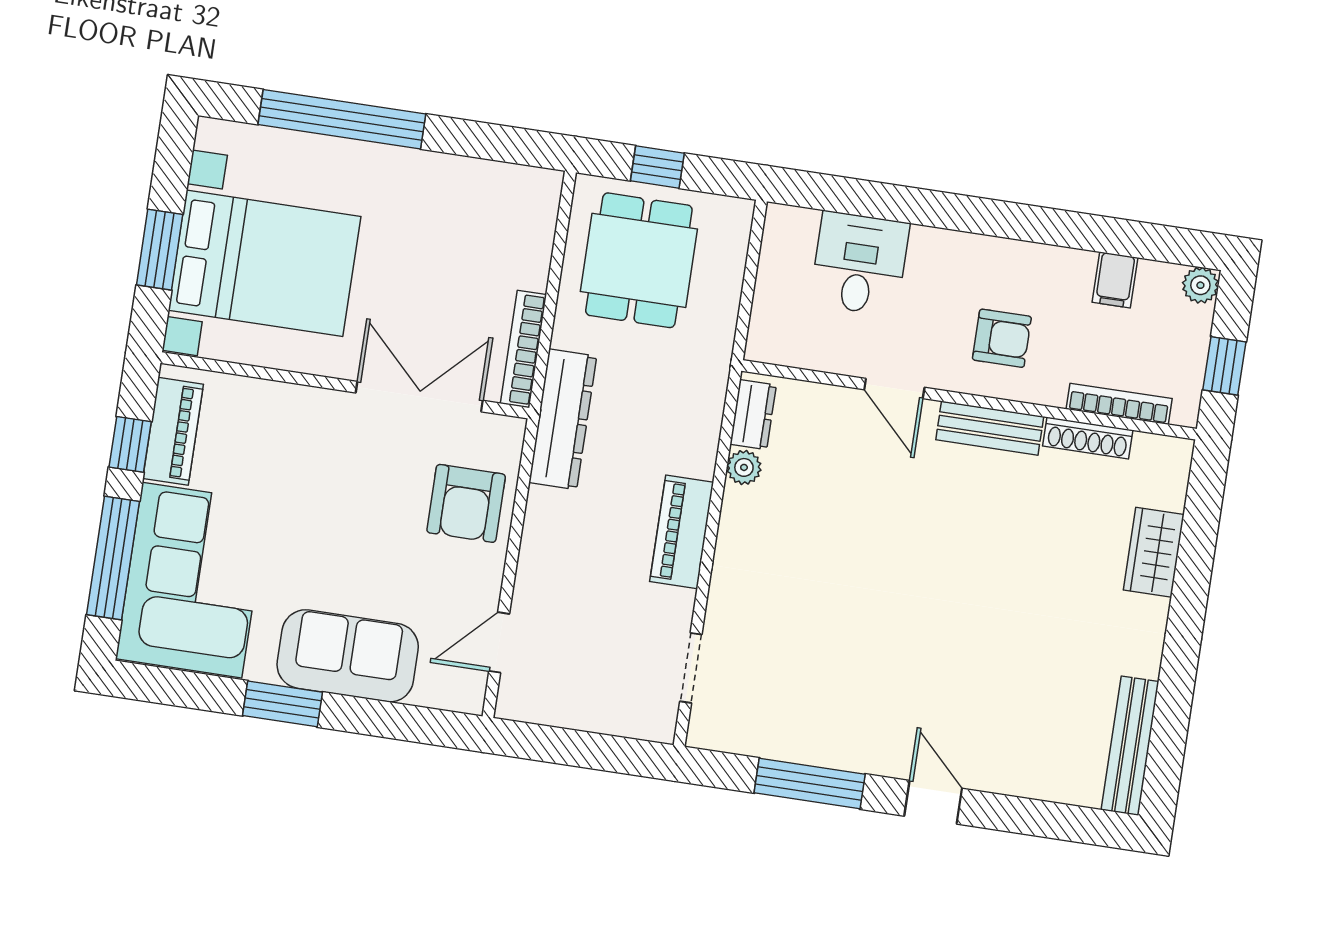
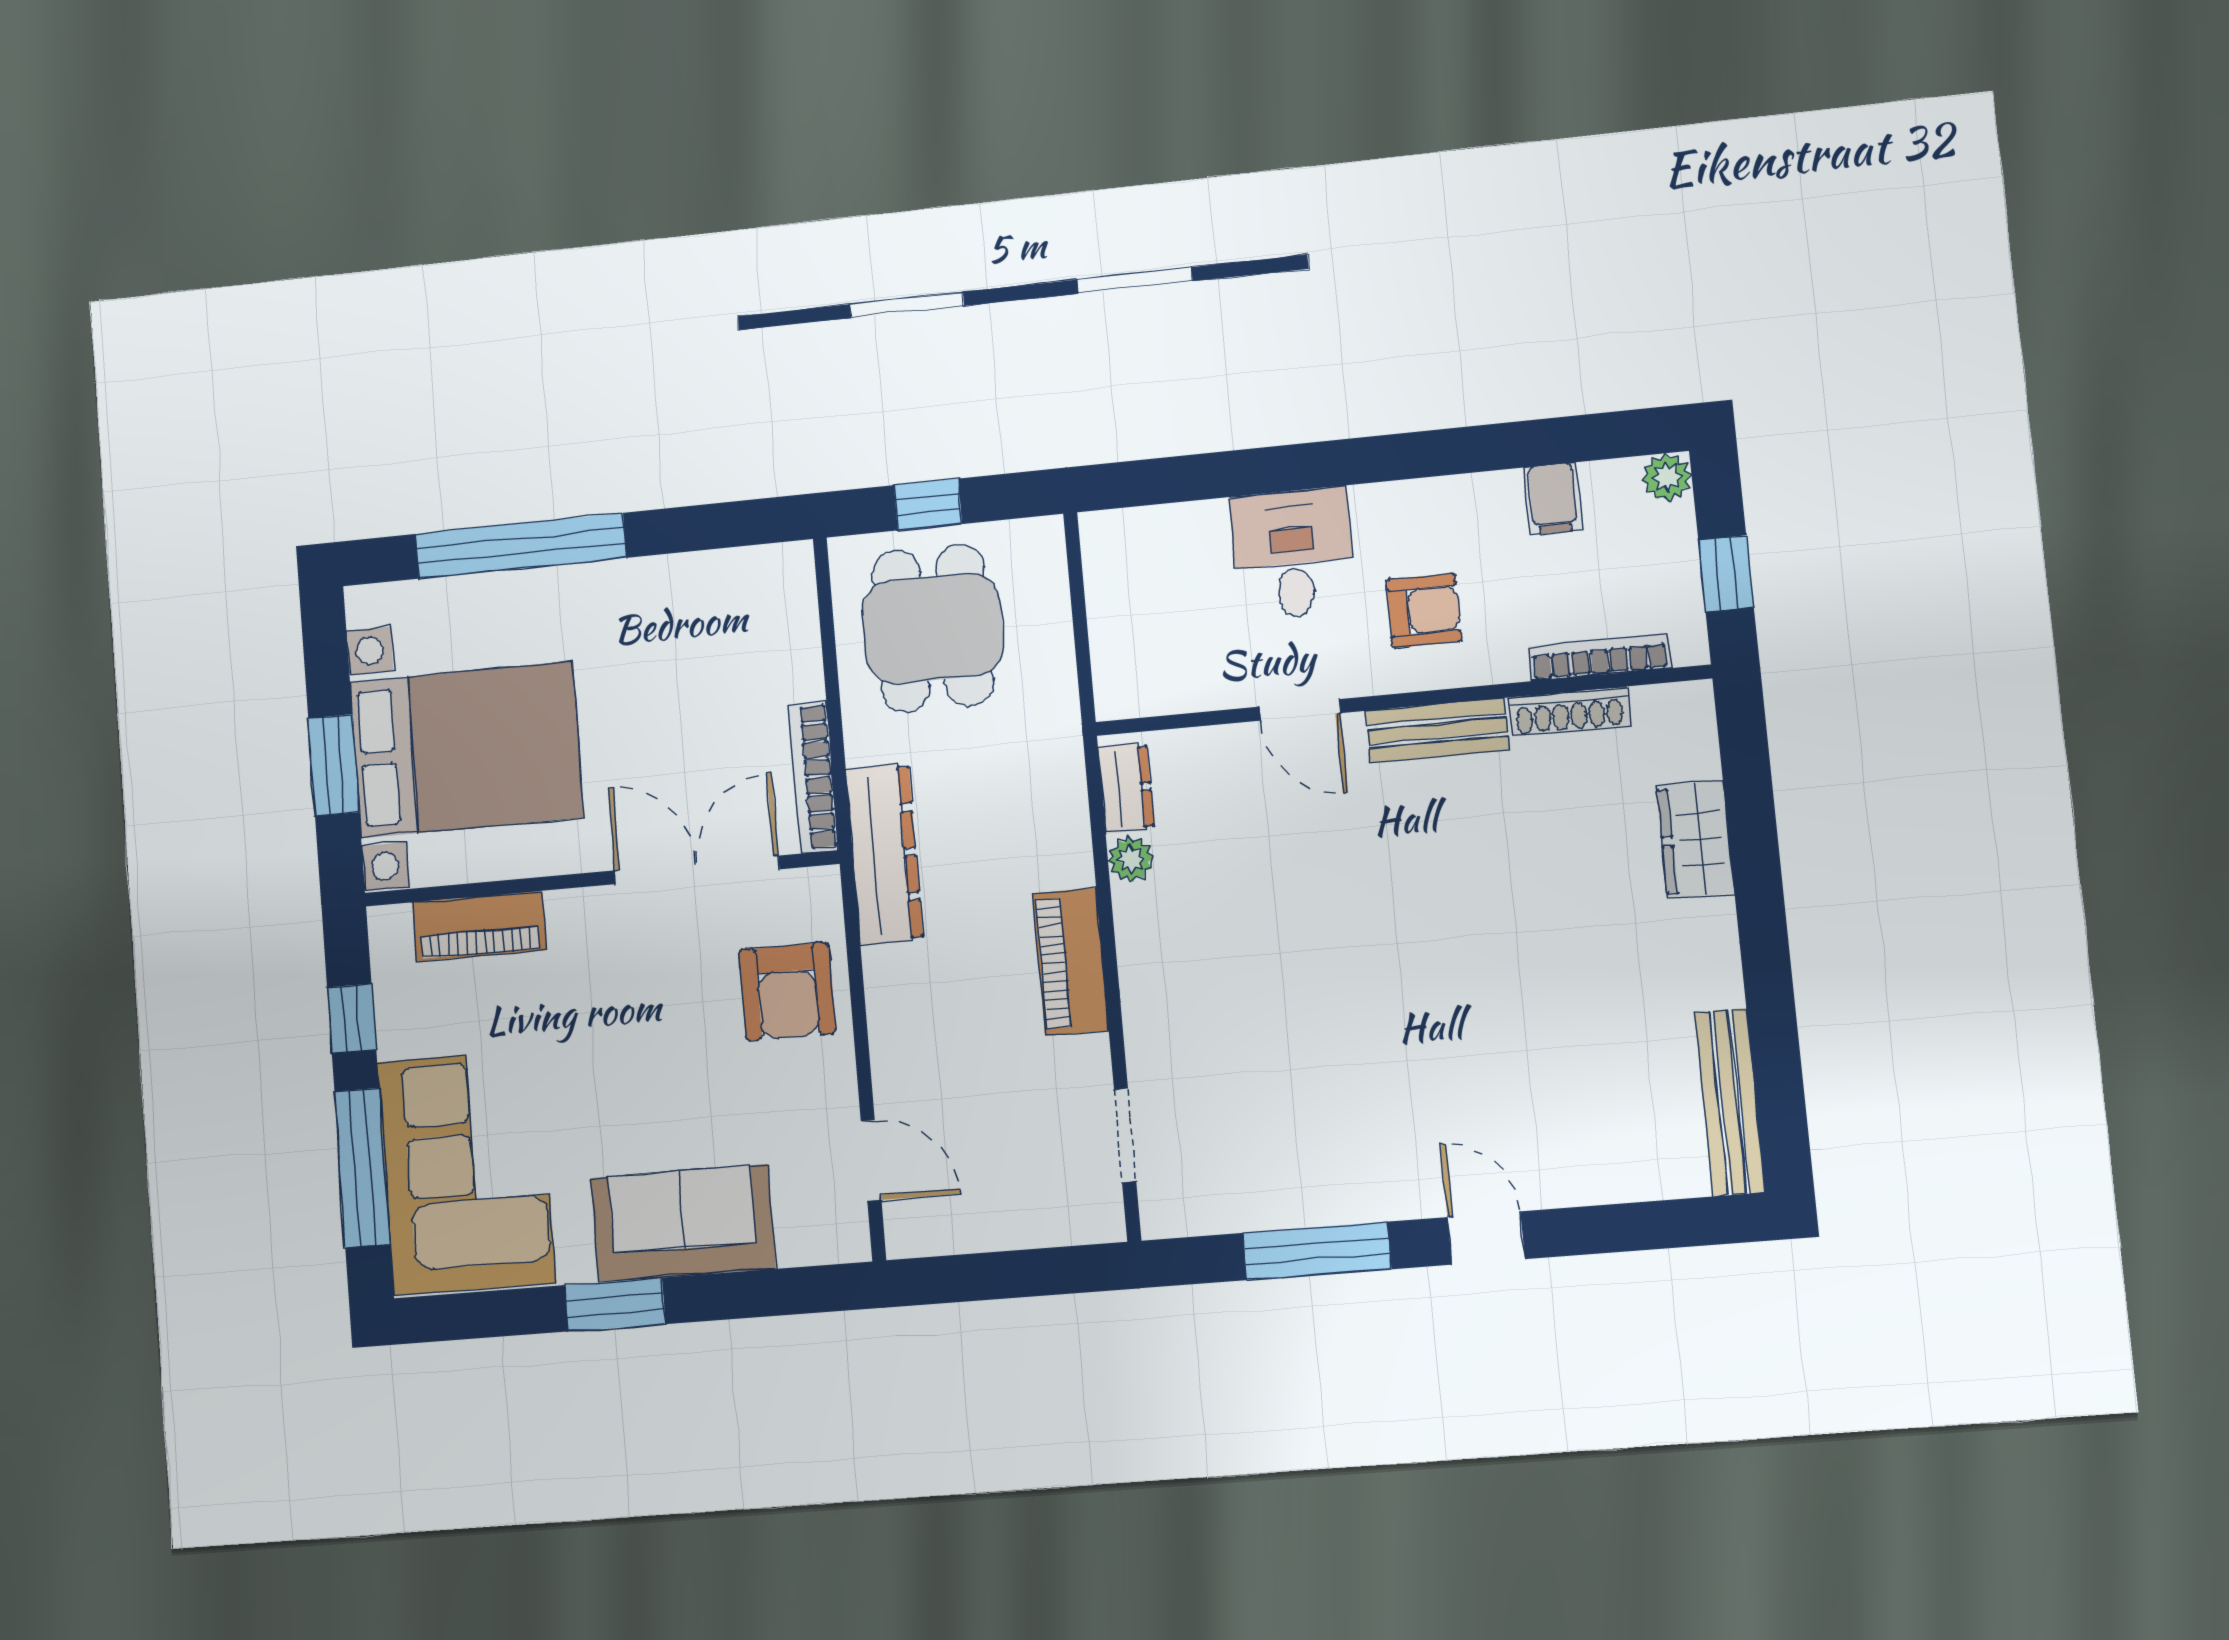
desk: (860, 264) -> (1293, 554), moved
piano: (173, 431) -> (479, 926), moved, turned 90
door: (499, 642) -> (871, 1160), swing flipped

